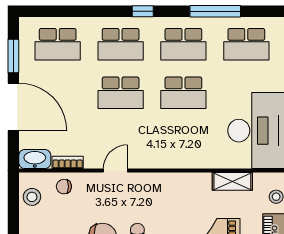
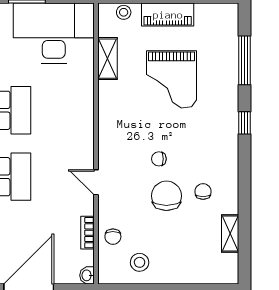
washbasin: (35, 159) -> (87, 275), width x0.52, depth x0.69
stool: (32, 197) -> (140, 262), moved

